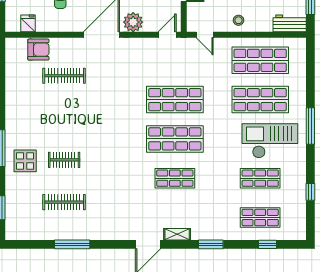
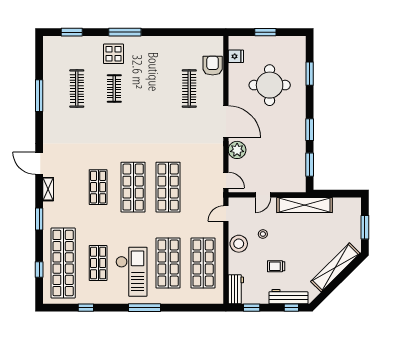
stool: (238, 20) -> (239, 244), width x1.89, depth x1.89
armchair: (38, 50) -> (213, 66), turned 180
shop shelf: (260, 217) -> (63, 263), width x2.00, depth x1.36

